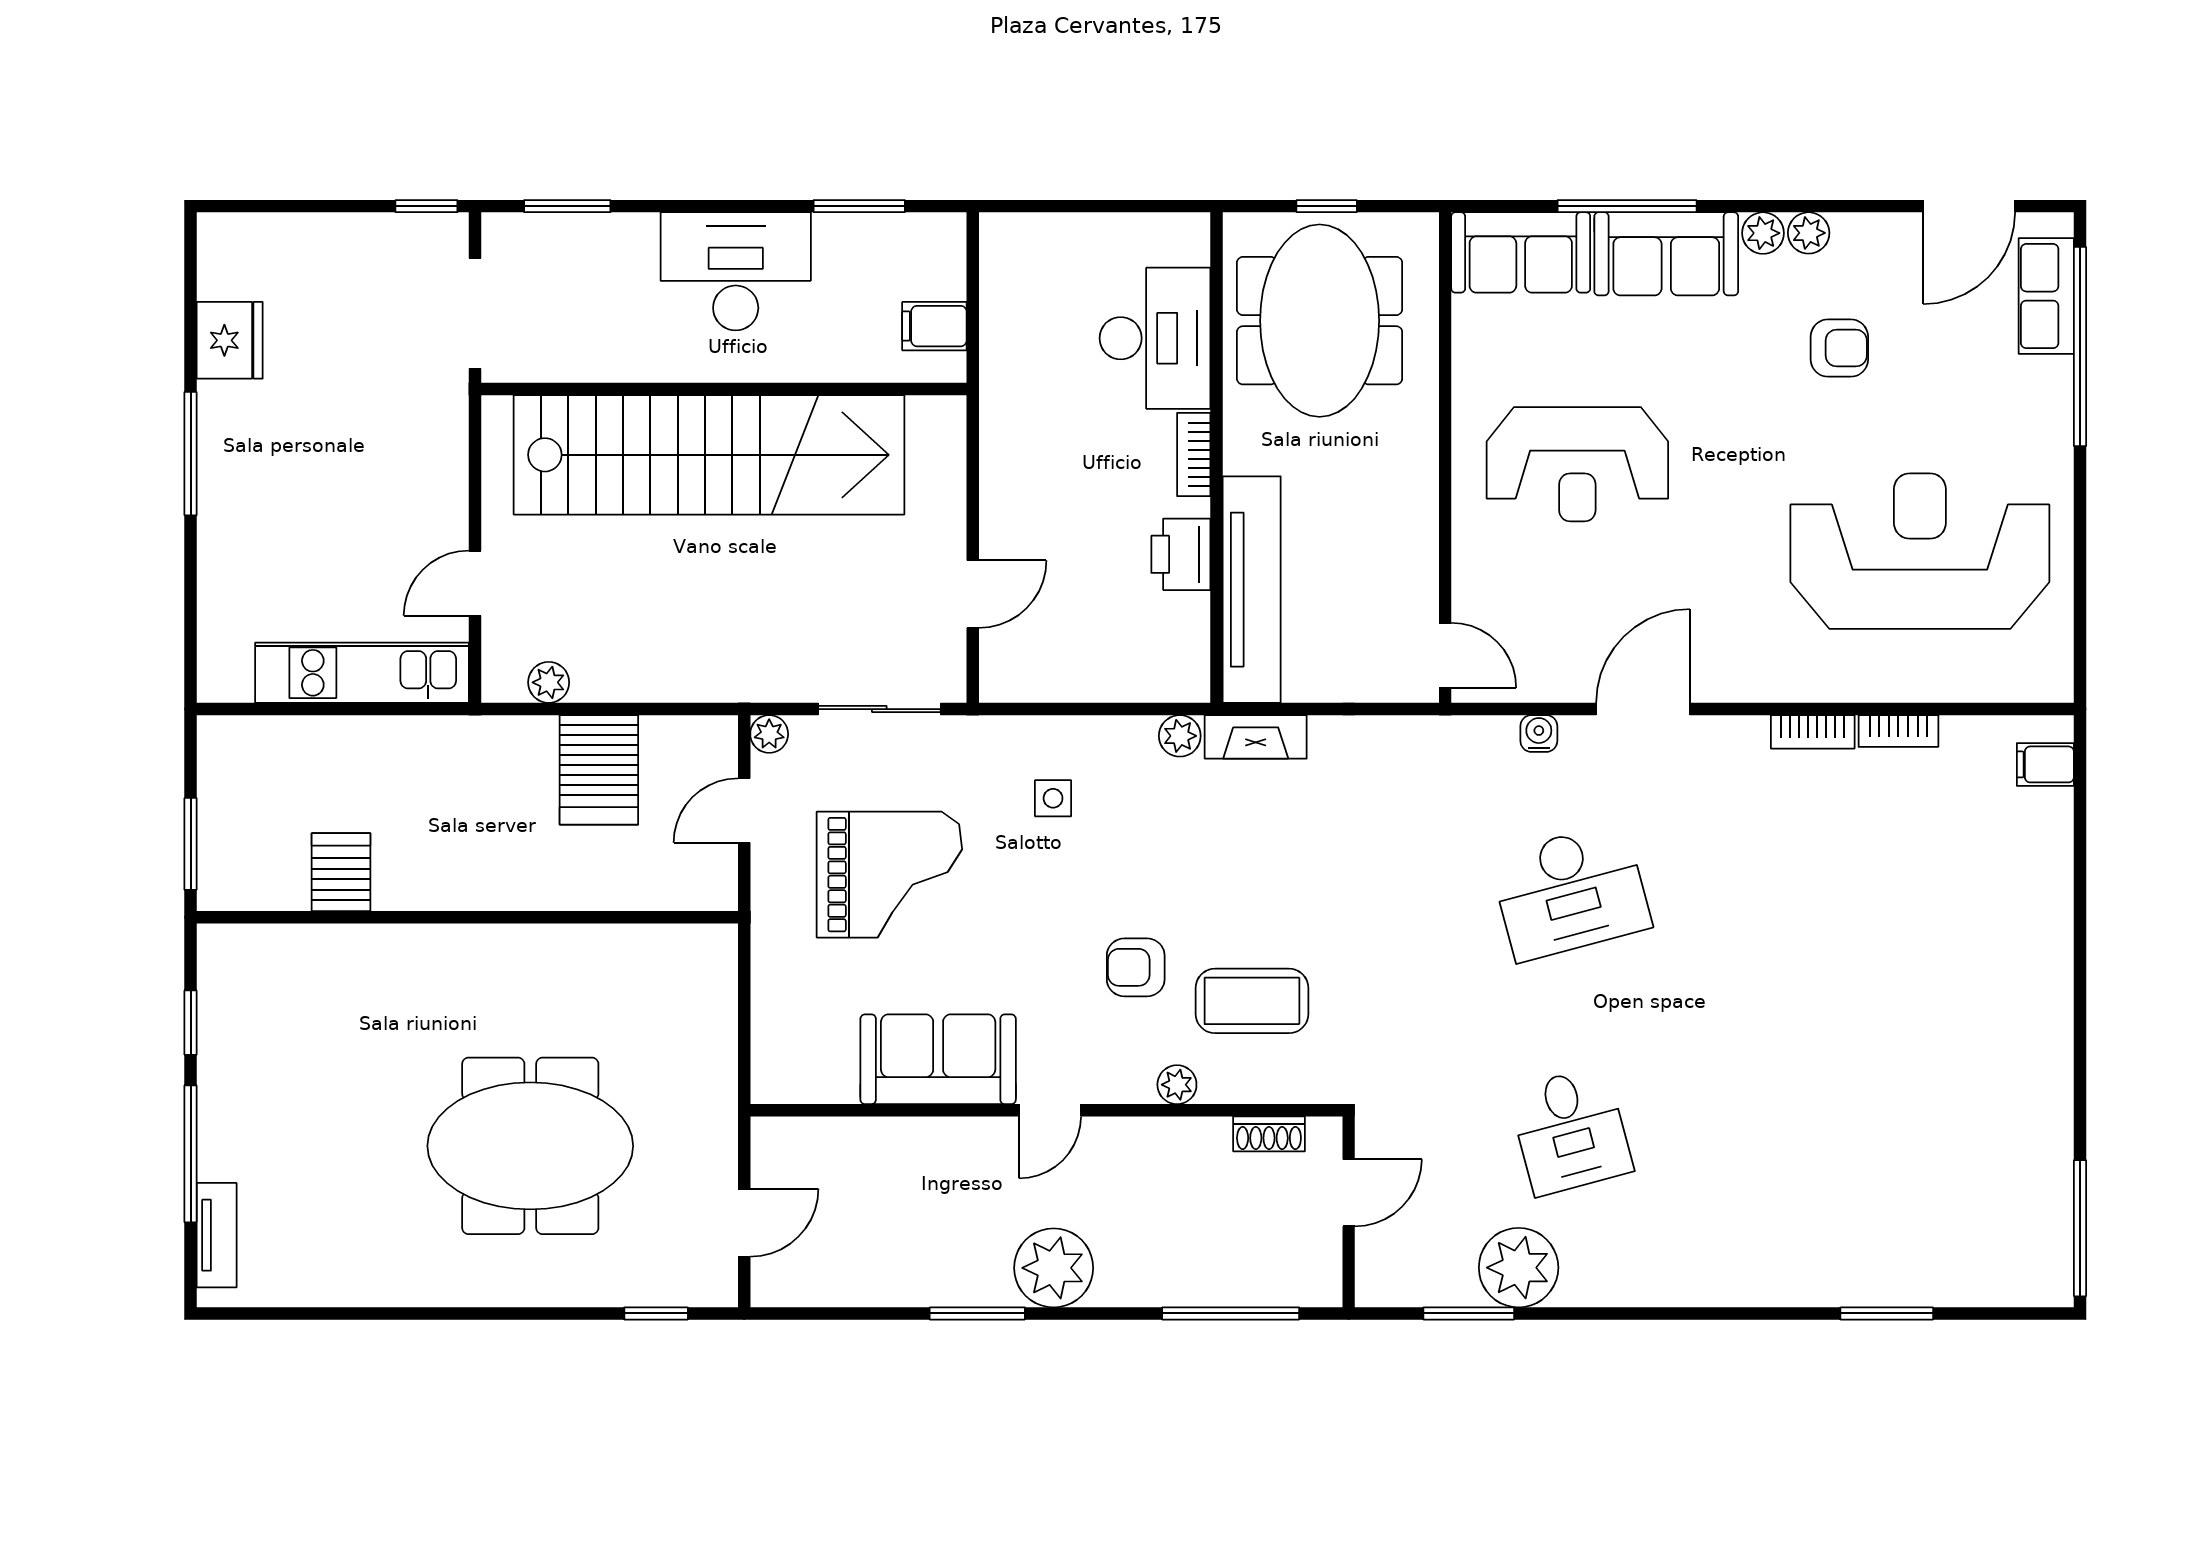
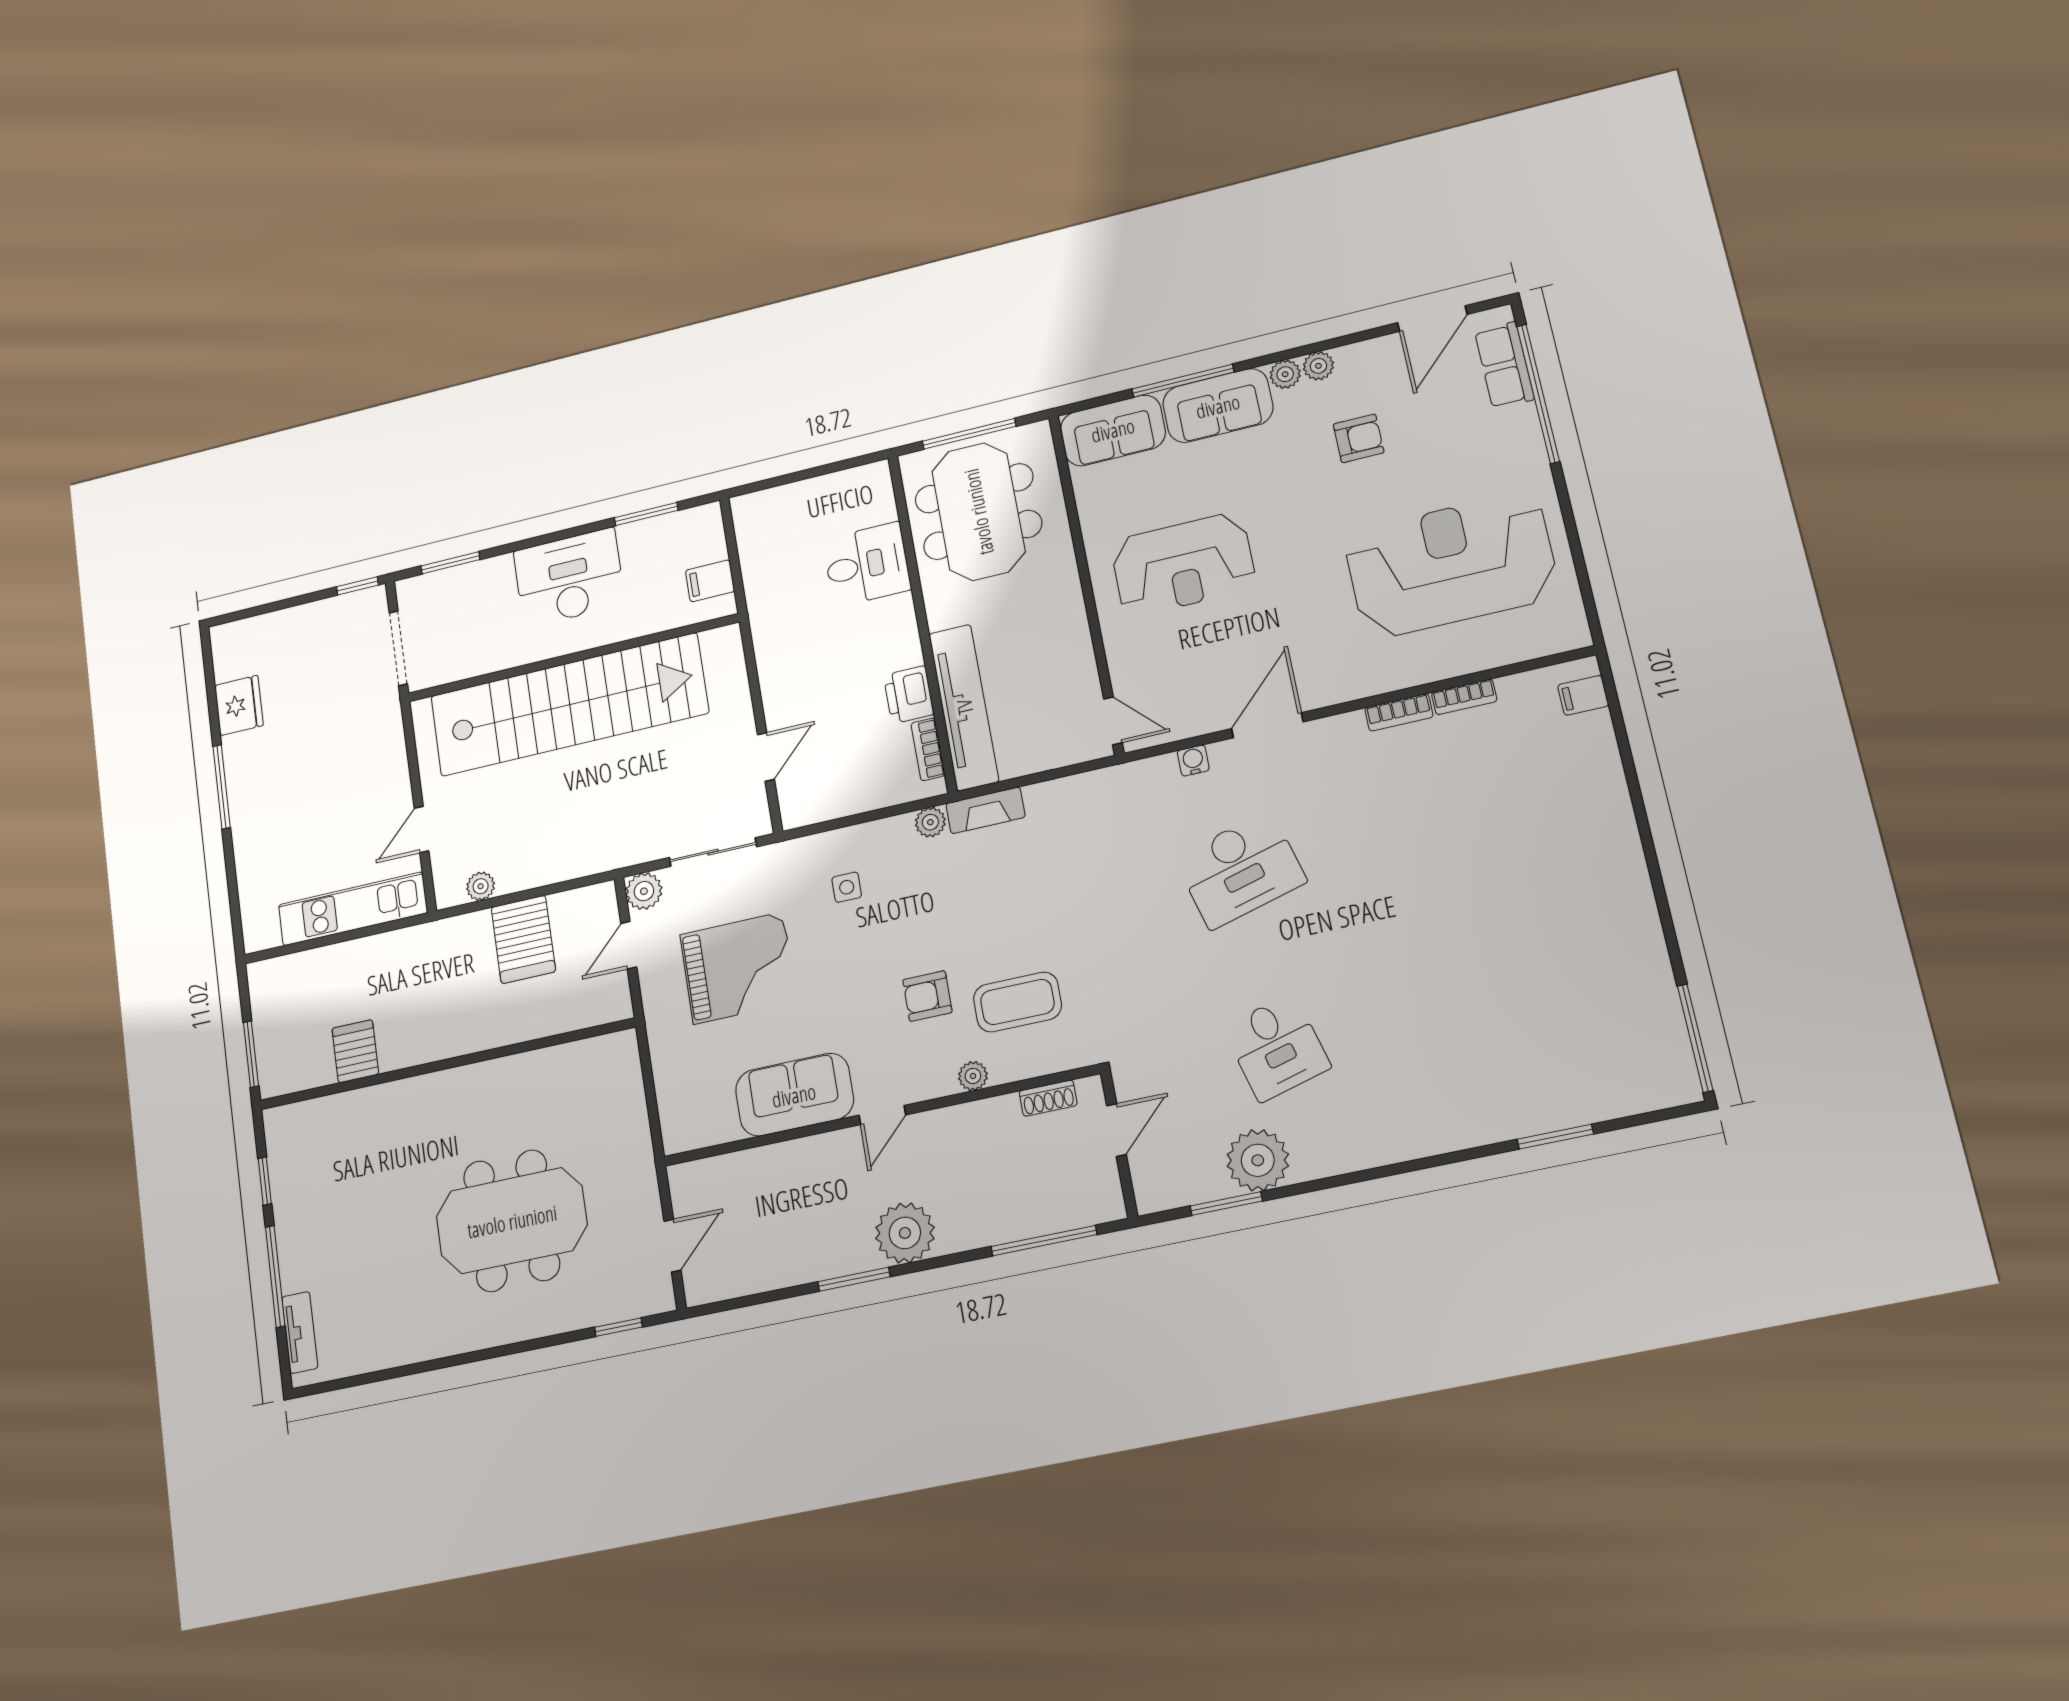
window: (1327, 206) -> (969, 434), width x2.17
desk: (1155, 338) -> (867, 565), width x0.73
bookcase: (1194, 455) -> (928, 749), moved
plant: (769, 734) -> (644, 891), width x1.38, depth x1.38

